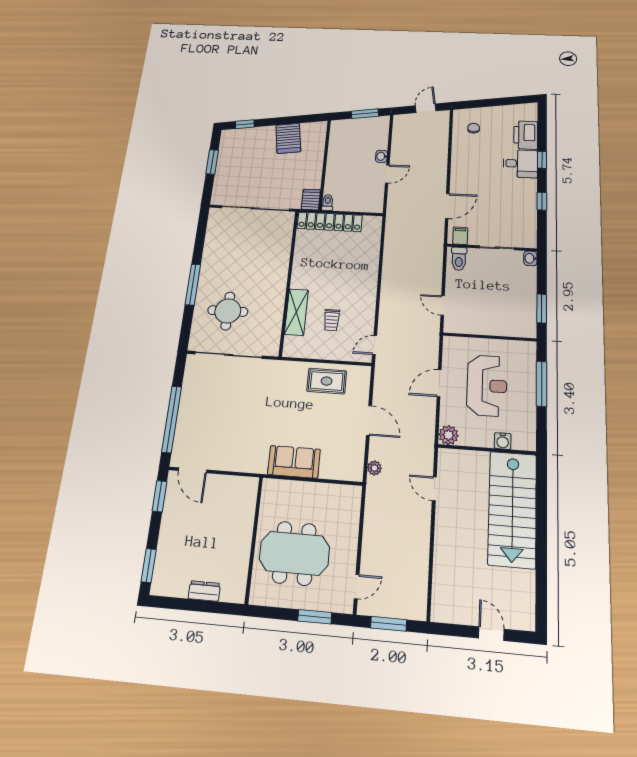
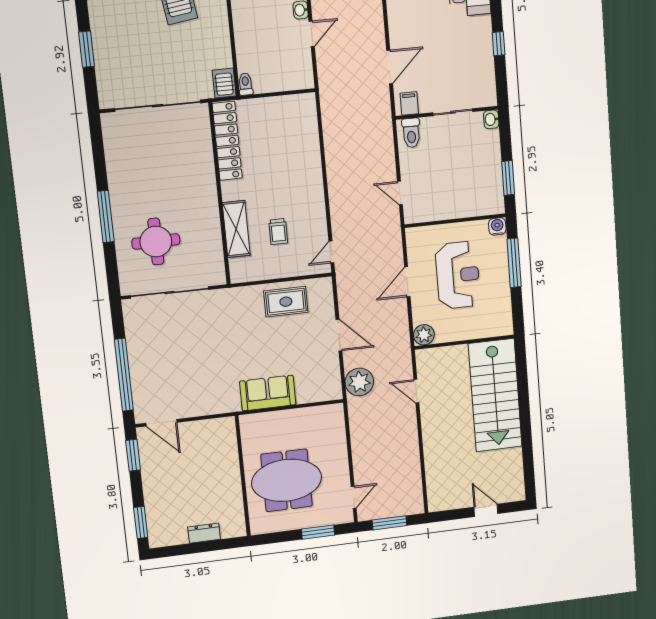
locker: (330, 222) -> (227, 141), moved, turned -90
water cooler: (503, 441) -> (497, 226), moved, turned 180
plant: (374, 468) -> (359, 382), width x1.88, depth x1.88

